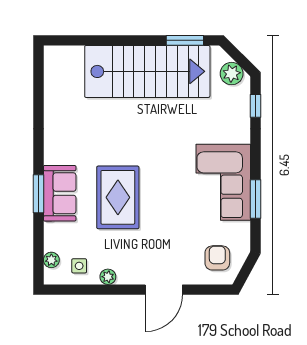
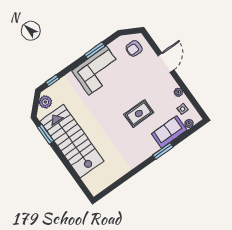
sofa: (60, 193) -> (169, 132), moved
rug: (118, 197) -> (139, 114), width x0.73, depth x0.70
door: (164, 290) -> (166, 63), hinge flipped

